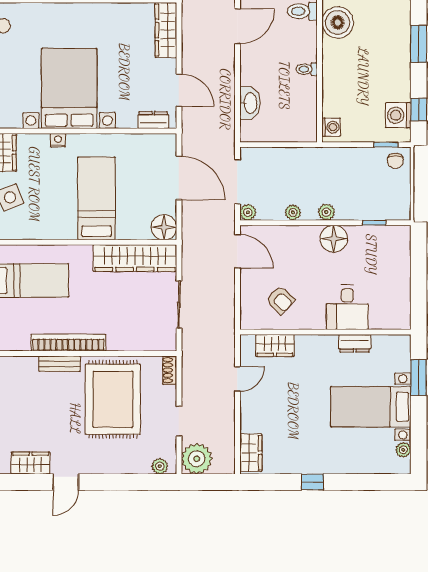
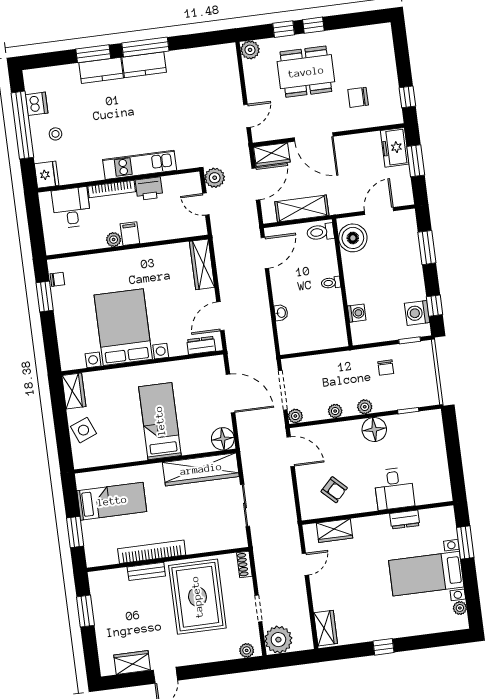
door: (179, 90) -> (220, 316), swing flipped
washbasin: (250, 103) -> (281, 313), width x0.52, depth x0.69
washing machine: (331, 127) -> (357, 313), moved
nightstand: (58, 140) -> (119, 374), removed
chair: (395, 161) -> (386, 368), moved

